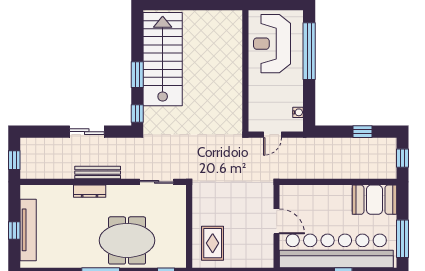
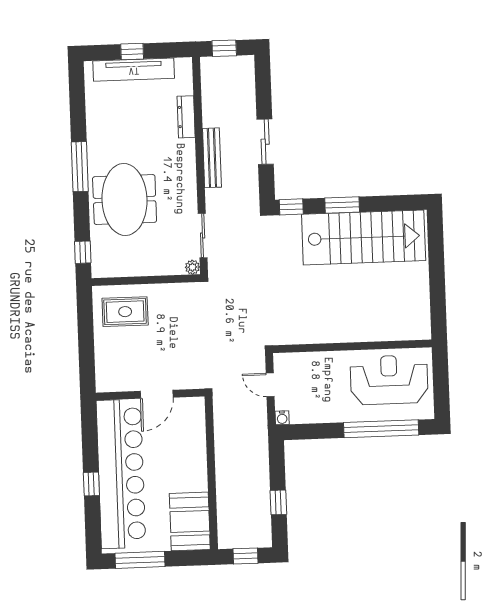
water cooler: (298, 112) -> (282, 418), moved
dresser: (90, 191) -> (186, 117), moved
plant: (181, 191) -> (192, 267), added

